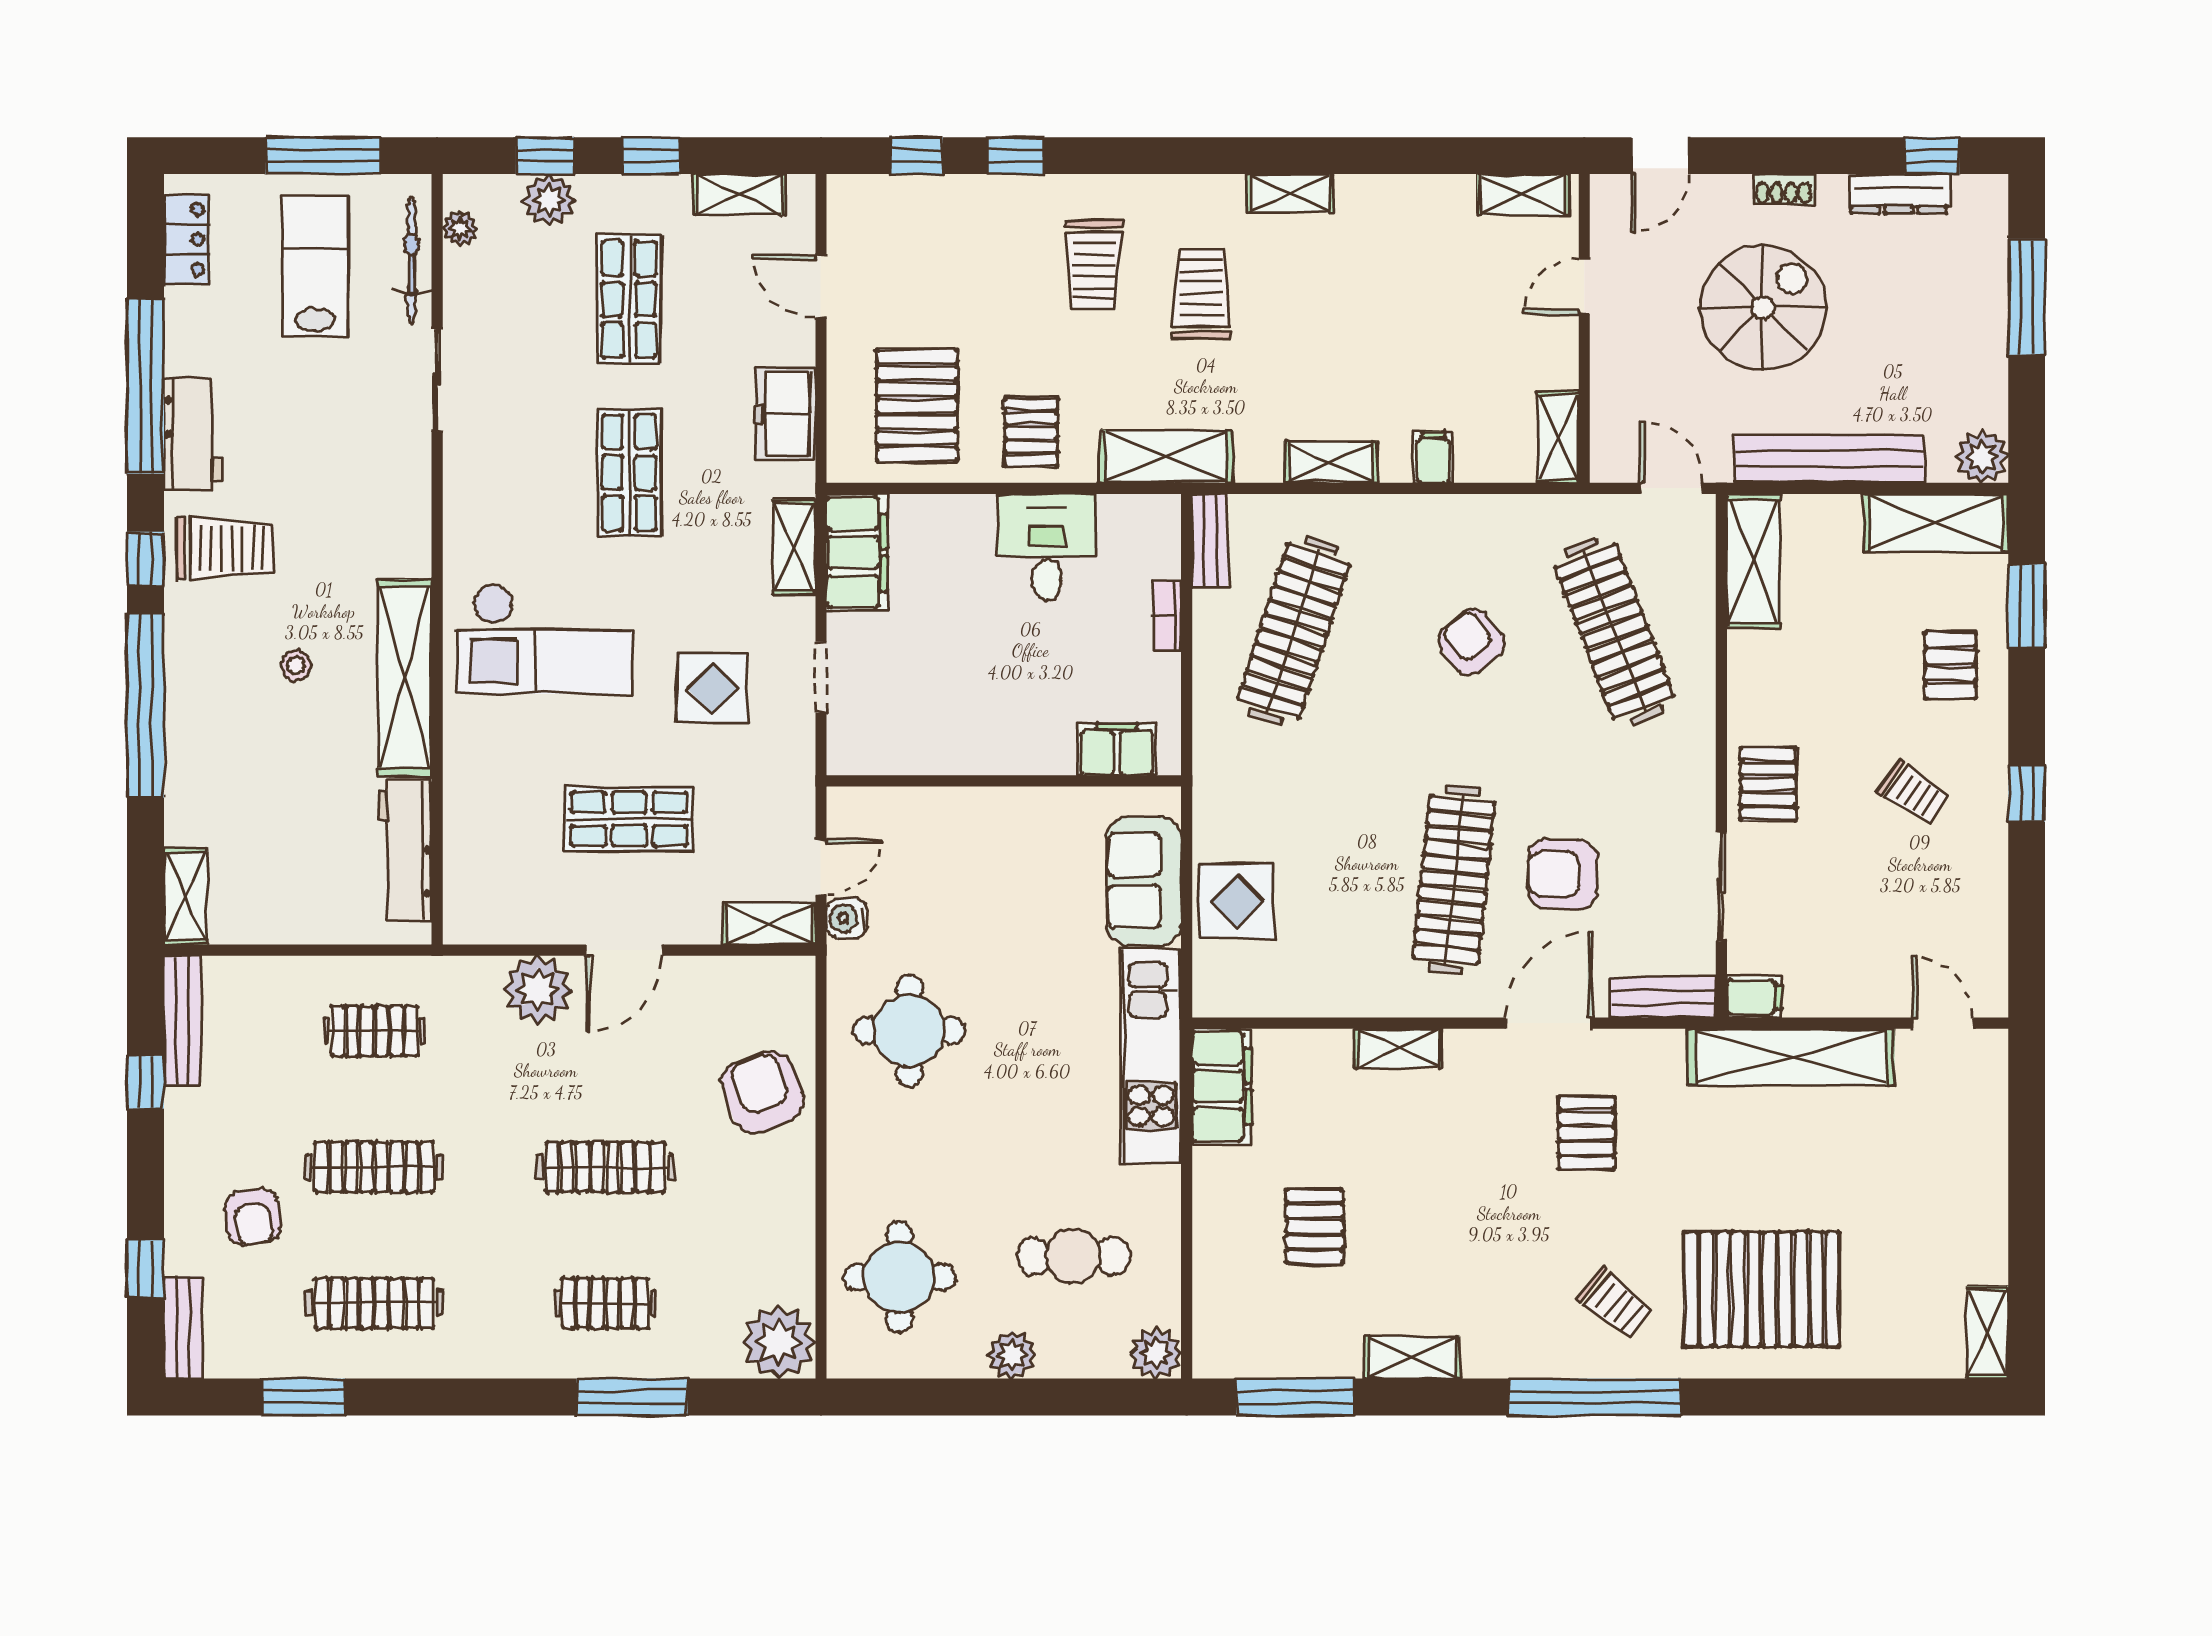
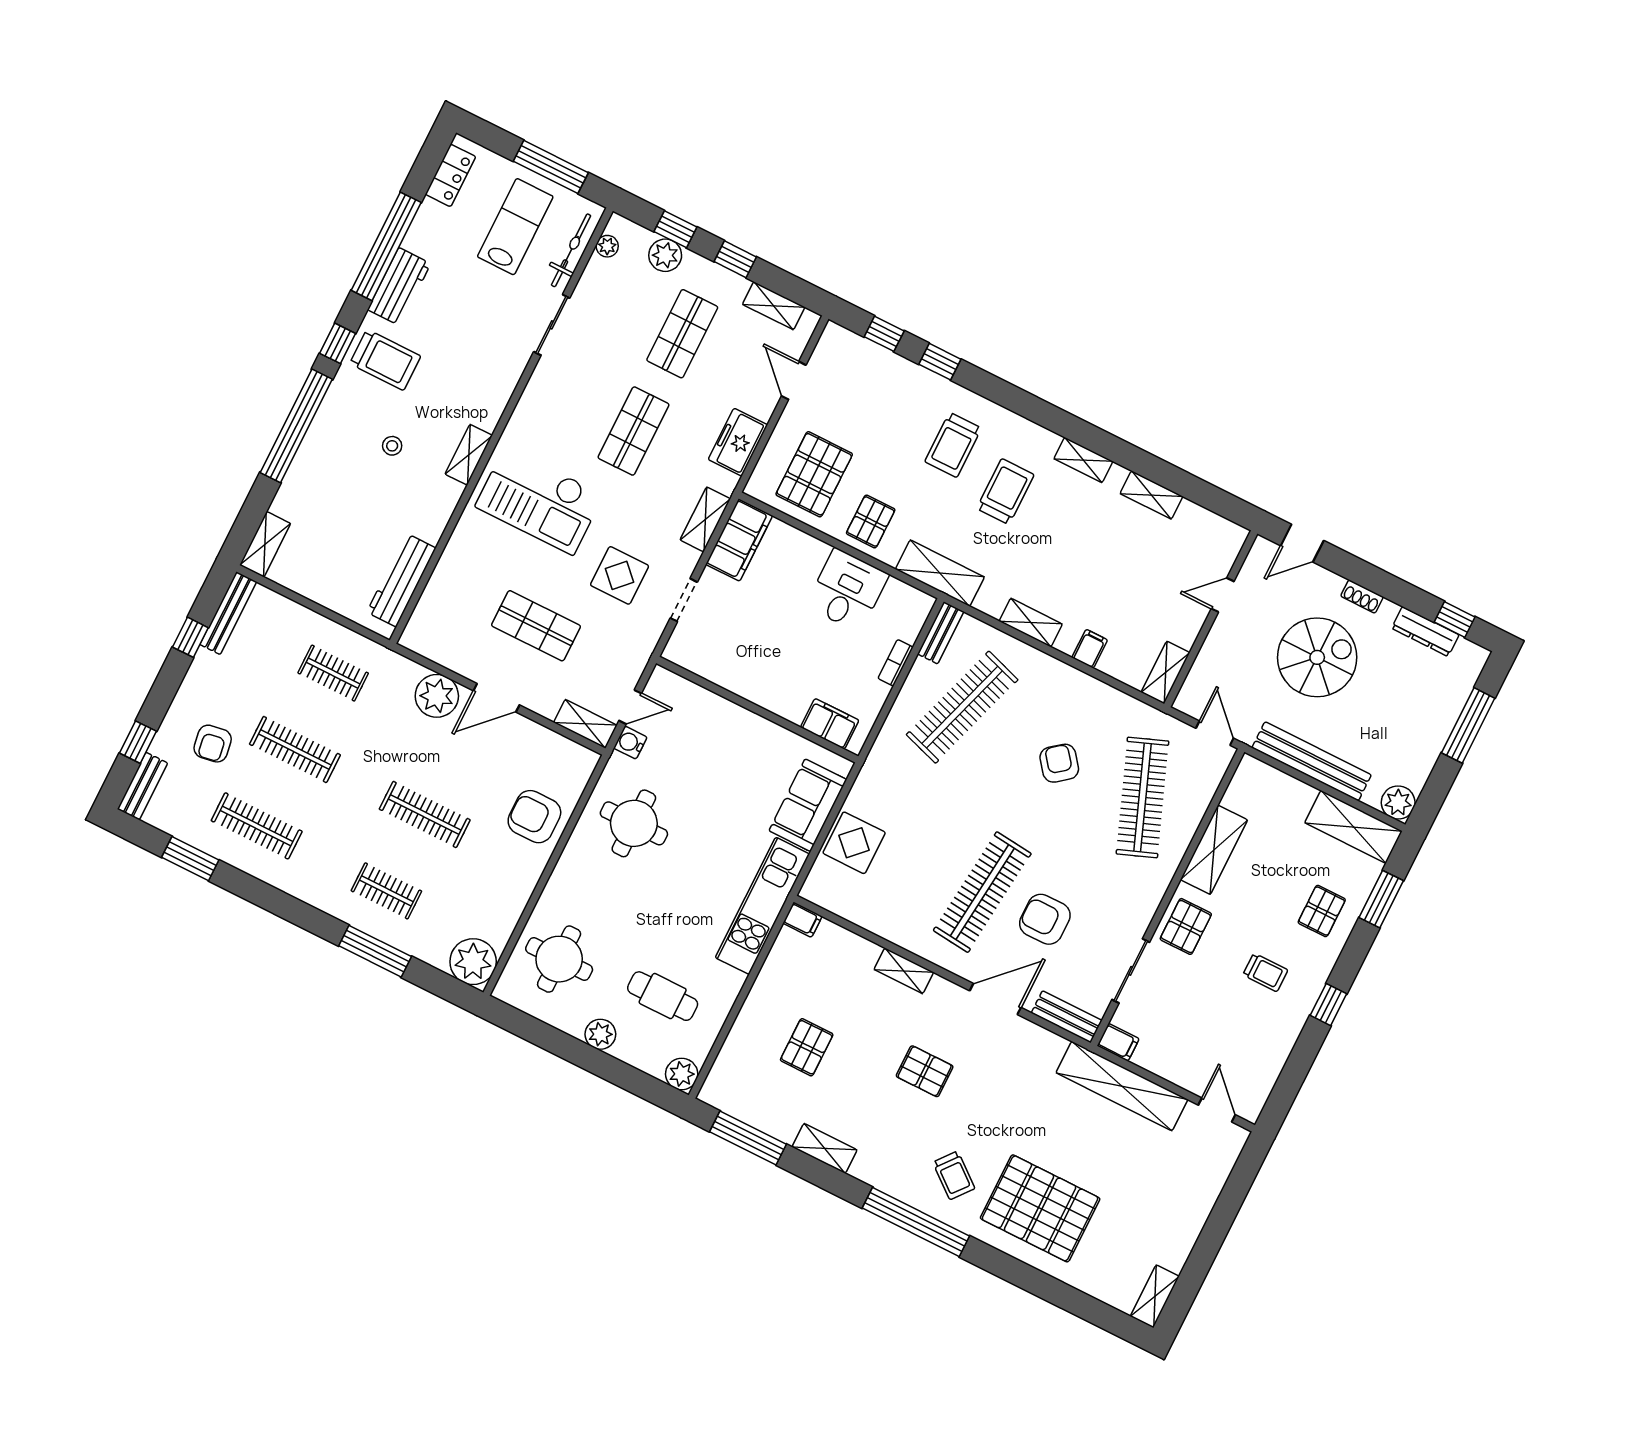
shelving: (1523, 195) -> (1151, 495), moved
shelving: (1754, 561) -> (1214, 850), moved
shelving: (405, 677) -> (469, 455), width x0.45, depth x0.75
trolley: (1914, 793) -> (1265, 972), turned -34
filing cabinet: (1222, 1086) -> (802, 920), width x0.33, depth x0.86
armchair: (763, 1092) -> (534, 817), turned -70
pallet: (1586, 1133) -> (925, 1071), moved, turned 90

